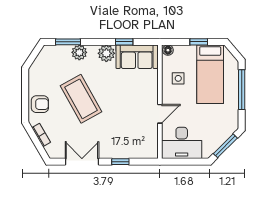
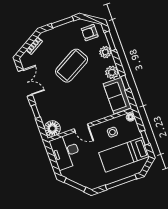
window: (25, 91) -> (63, 22), added
armchair: (40, 104) -> (90, 33), moved, turned 90
floor lamp: (148, 149) -> (52, 128), added

